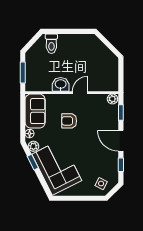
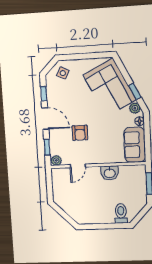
door: (80, 93) -> (78, 166), moved
armchair: (69, 121) -> (80, 133), moved, turned 90

